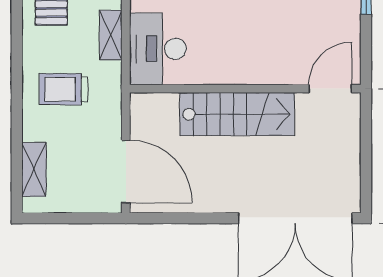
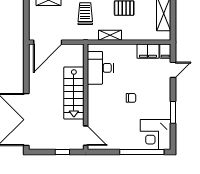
desk: (158, 49) -> (100, 68), moved, turned -90
window: (366, 139) -> (62, 152), added

